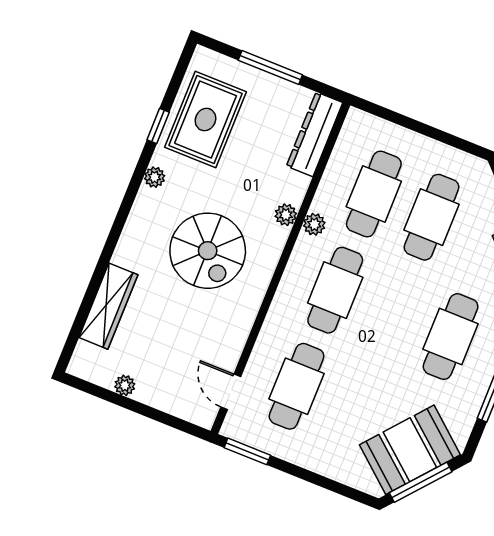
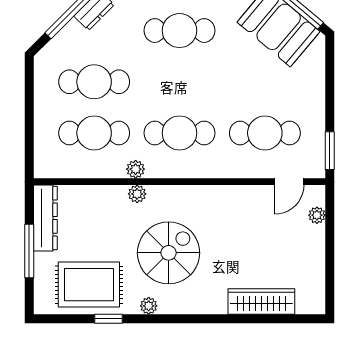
dresser: (314, 134) -> (45, 218), moved, turned -90
spiral stairs: (208, 251) -> (169, 253), moved
plant: (125, 385) -> (317, 215), moved

